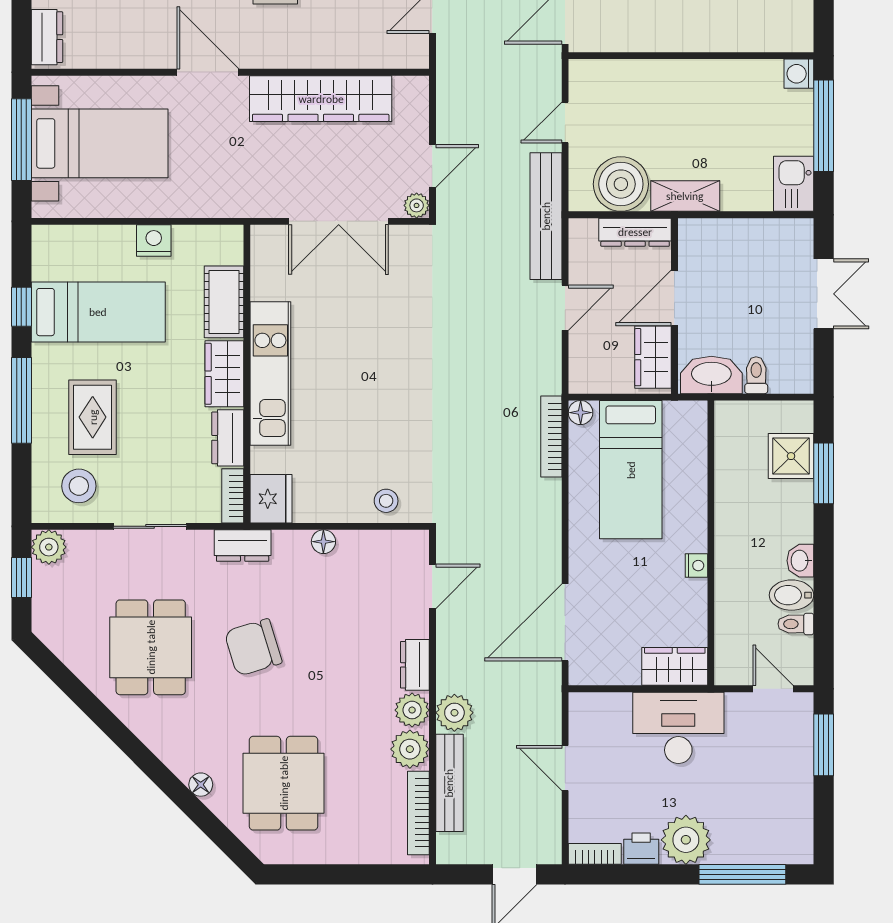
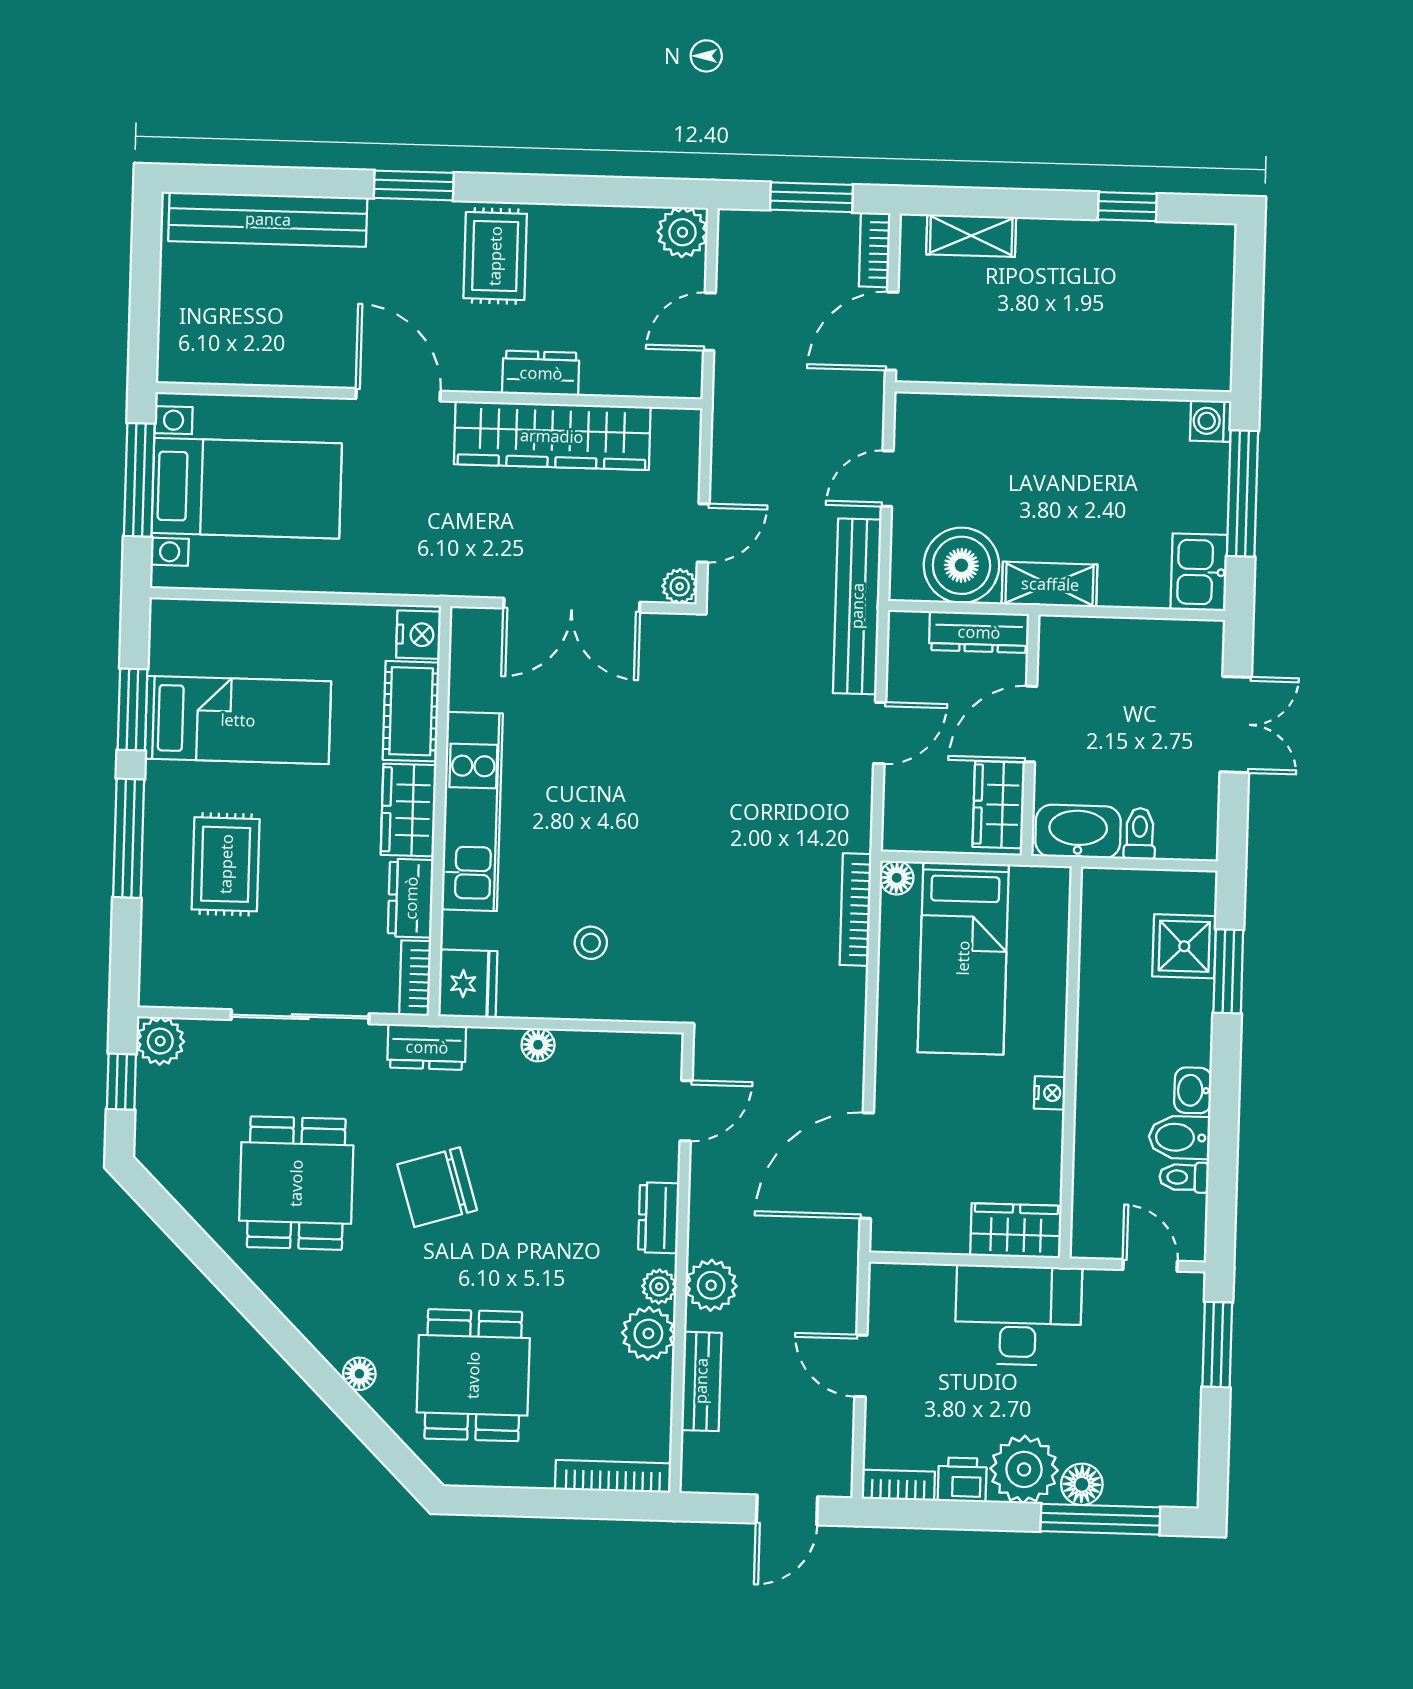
dresser: (47, 37) -> (541, 373), moved, turned -90
nightstand: (154, 241) -> (418, 635), moved, turned 90
window: (21, 307) -> (132, 710), width x1.50
stool: (79, 486) -> (204, 958), removed
stool: (386, 501) -> (591, 943), moved
sliding door: (150, 526) -> (300, 1017), width x1.37
plant: (412, 710) -> (659, 1286), width x0.73, depth x0.73
bench: (449, 783) -> (701, 1381), width x0.73
bookcase: (418, 813) -> (613, 1476), moved, turned 90
floor lamp: (728, 849) -> (1082, 1484), added

